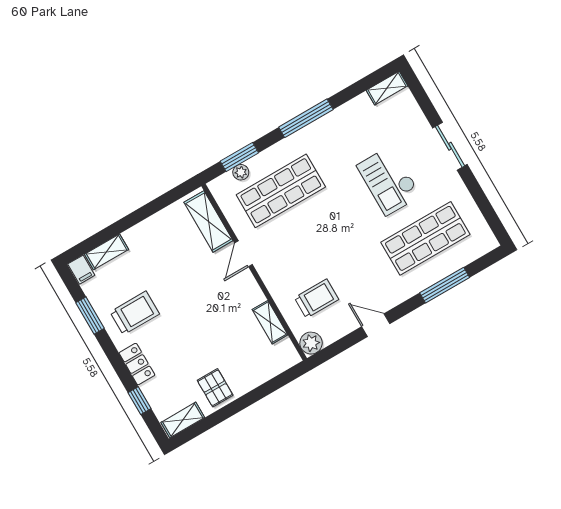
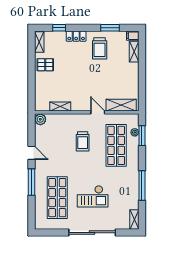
window: (306, 118) -> (142, 185), moved
sliding door: (450, 146) -> (92, 233), width x1.86
checkout: (389, 181) -> (93, 196), turned 180
window: (445, 285) -> (31, 182), moved
trolley: (317, 299) -> (83, 141), moved
door: (376, 325) -> (31, 153), hinge flipped

